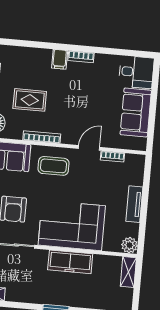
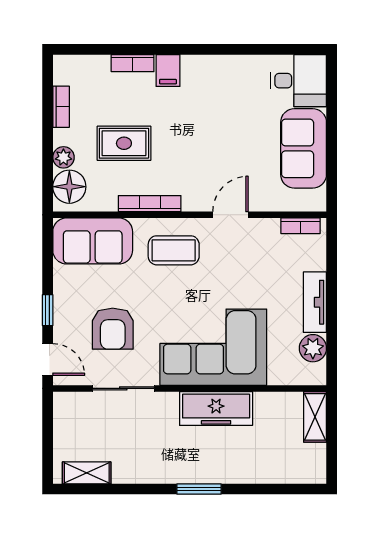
bookcase: (81, 57) -> (133, 63), moved
bookcase: (112, 157) -> (301, 226), moved
plant: (129, 245) -> (313, 348), moved

